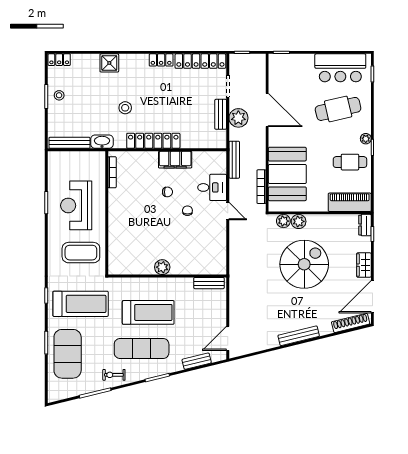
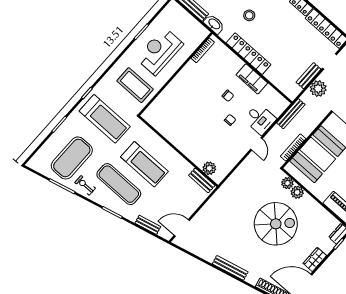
plant: (162, 267) -> (209, 168), moved
exercise mat: (68, 354) -> (72, 158), moved

